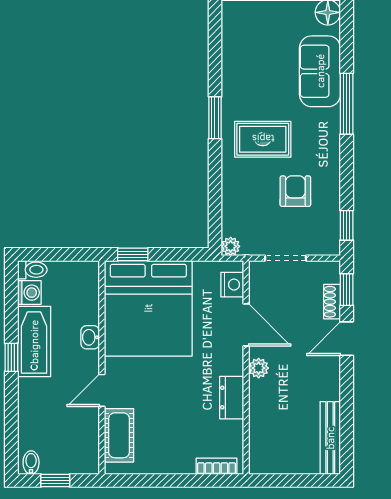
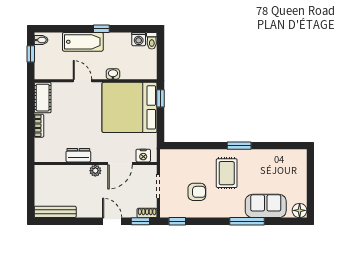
plant: (231, 246) -> (165, 155), removed
shoe rack: (332, 302) -> (147, 213), moved
bathtub: (34, 342) -> (83, 42), moved
cot: (119, 435) -> (43, 98), moved, turned 90
bookcase: (217, 466) -> (39, 126), moved

